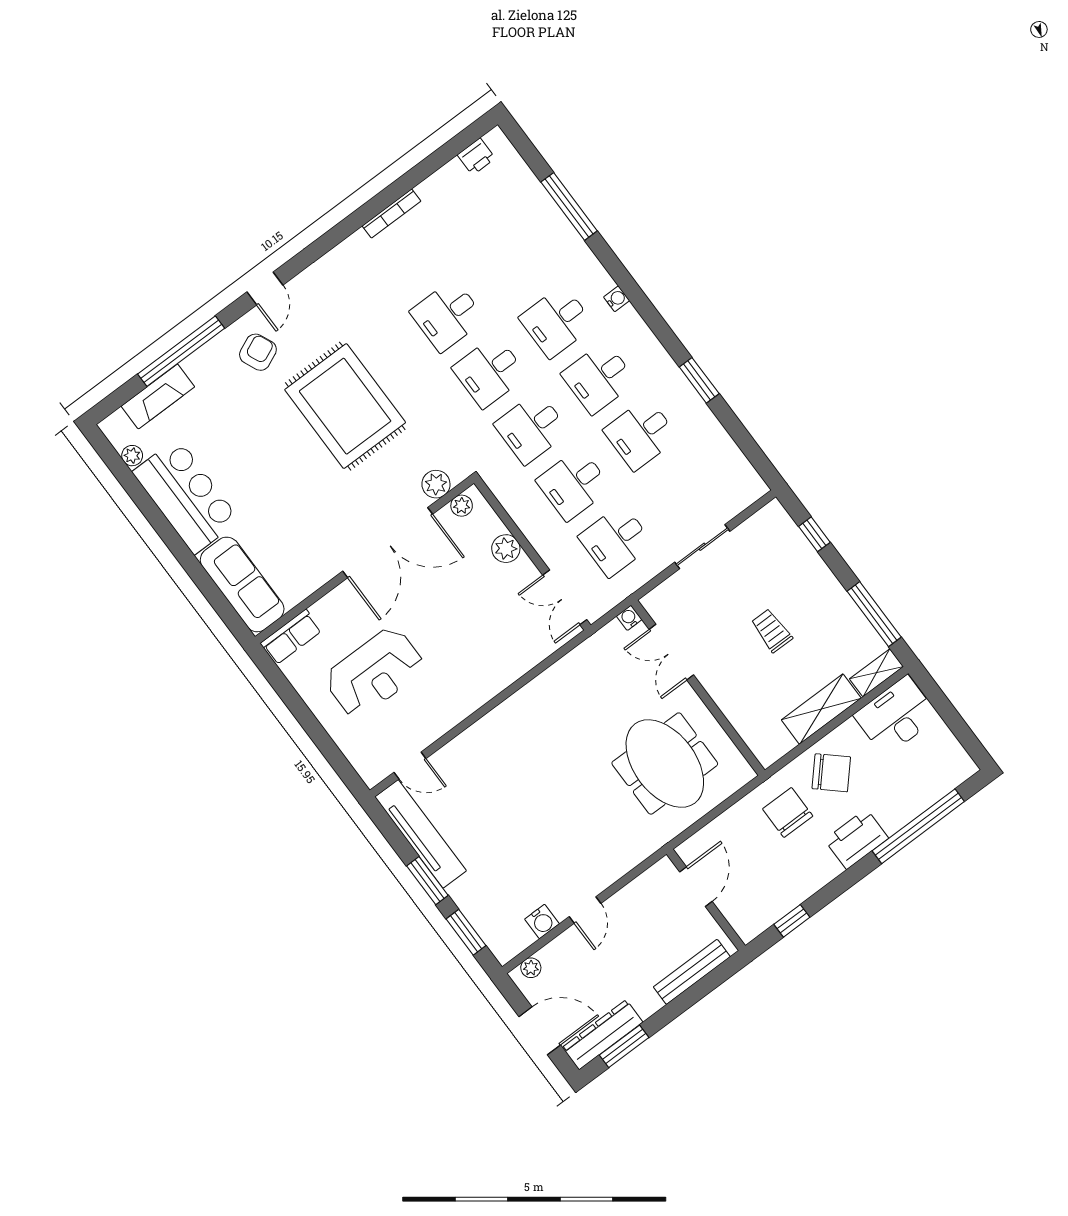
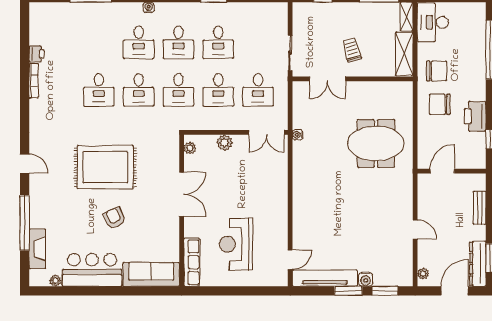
printer: (476, 157) -> (36, 54), moved
armchair: (258, 352) -> (114, 218), moved
plant: (436, 484) -> (171, 152), removed
double door: (388, 543) -> (182, 194), width x0.73
water cooler: (629, 618) -> (298, 135), moved
trolley: (772, 631) -> (352, 50), turned 74
row of seats: (291, 637) -> (192, 262), width x1.48
double door: (671, 652) -> (328, 79), moved
reception desk: (375, 673) -> (236, 244), turned 180
wall: (698, 688) -> (353, 79), moved
chair: (831, 773) -> (437, 71), turned 48
printer: (856, 839) -> (475, 116), moved
door: (696, 887) -> (442, 171), hinge flipped
water cooler: (542, 921) -> (366, 279), moved, turned 90
bench: (692, 972) -> (480, 208), width x0.73

